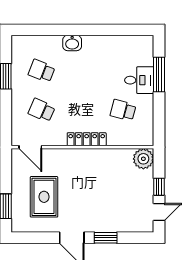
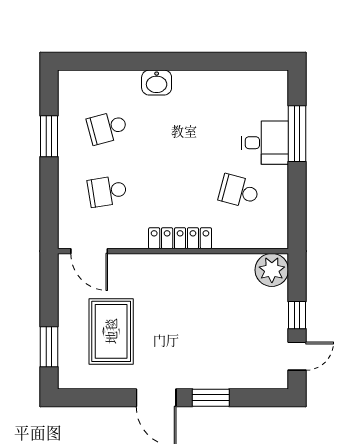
school desk: (42, 71) -> (107, 128), turned -36
school desk: (42, 110) -> (107, 191), turned -33

